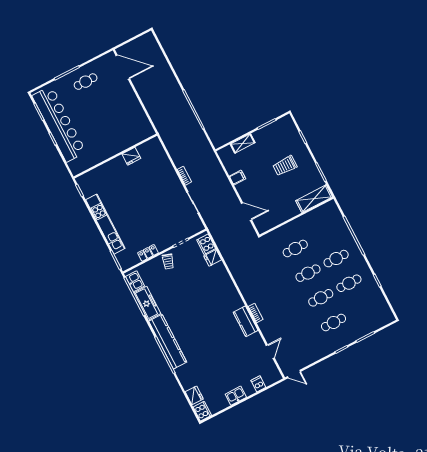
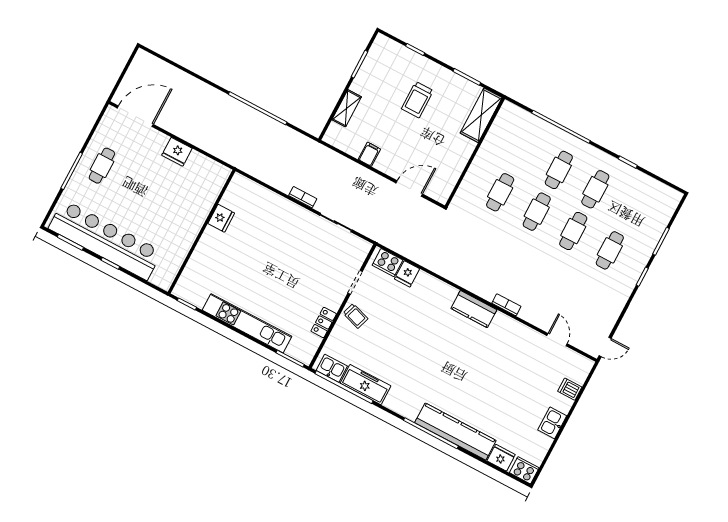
fridge: (132, 103) -> (177, 152), added
kitchen counter: (246, 321) -> (474, 309), moved
kitchen counter: (168, 342) -> (455, 432), moved

